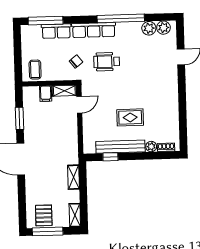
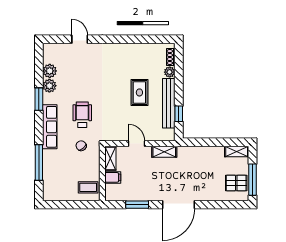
window: (121, 18) -> (39, 99), width x0.47
window: (46, 21) -> (39, 163), moved
plant: (163, 28) -> (49, 86), moved
row of seats: (56, 31) -> (50, 165), removed
wheelchair: (107, 62) -> (82, 115), turned 180
door: (79, 105) -> (136, 144), moved
shelving: (74, 177) -> (164, 152), moved

